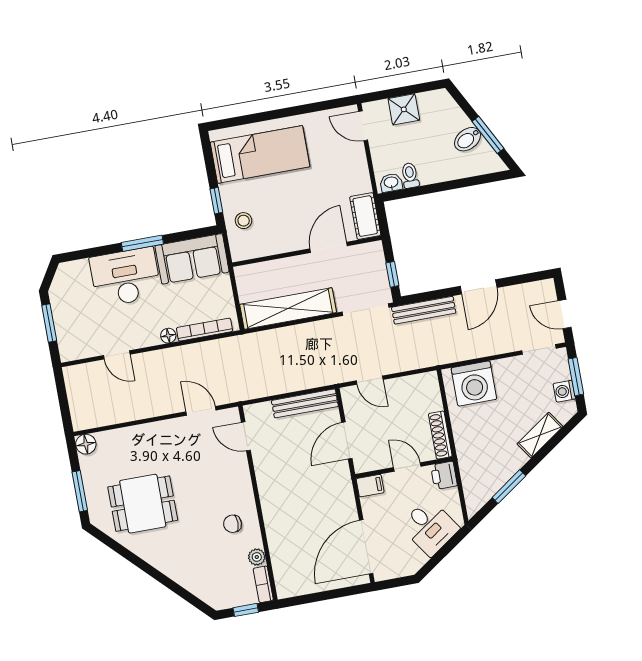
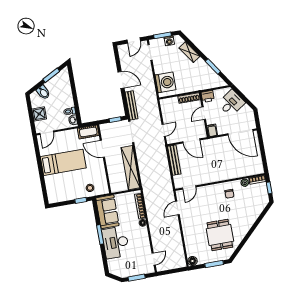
bidet: (467, 139) -> (43, 92), moved
bed: (260, 154) -> (63, 162), moved, turned 90
door: (117, 355) -> (154, 259), moved

